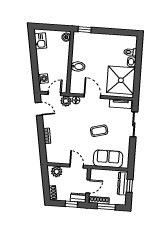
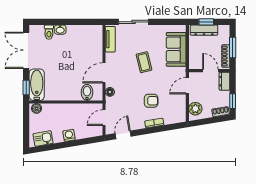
double door: (116, 32) -> (26, 50), added
bathtub: (86, 39) -> (37, 85), added
bidet: (78, 66) -> (87, 92), moved
washing machine: (43, 79) -> (69, 135), moved
shower: (121, 80) -> (83, 41), removed
door: (54, 94) -> (104, 118), hinge flipped
plant: (66, 101) -> (112, 104), removed
armchair: (66, 134) -> (151, 101), added
window: (71, 204) -> (233, 101), moved

